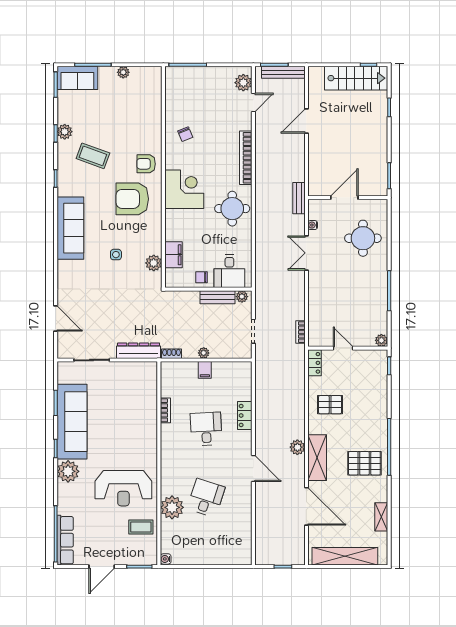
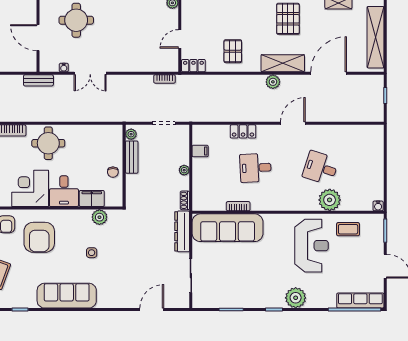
desk: (229, 271) -> (64, 191), moved, turned 90
filing cabinet: (205, 370) -> (200, 151), moved
sofa: (72, 422) -> (228, 228), moved, turned 180
coffee table: (141, 527) -> (348, 229), turned 90

